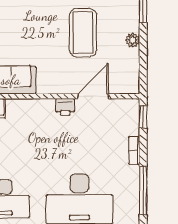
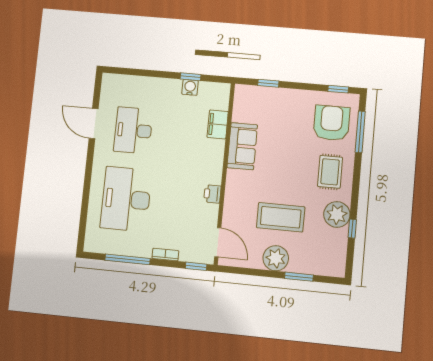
plant: (133, 40) -> (276, 258), width x1.88, depth x1.88
door: (93, 96) -> (218, 242), moved

